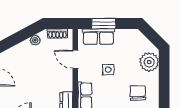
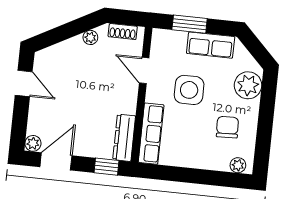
row of seats: (98, 37) -> (211, 45), moved
side table: (108, 70) -> (189, 90), width x1.87, depth x1.87

